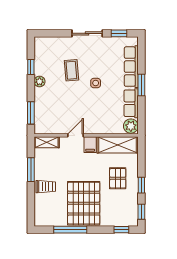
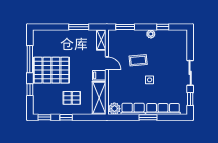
coffee table: (71, 70) -> (138, 60), moved
trolley: (46, 187) -> (65, 39), removed
window: (121, 230) -> (30, 90), moved

